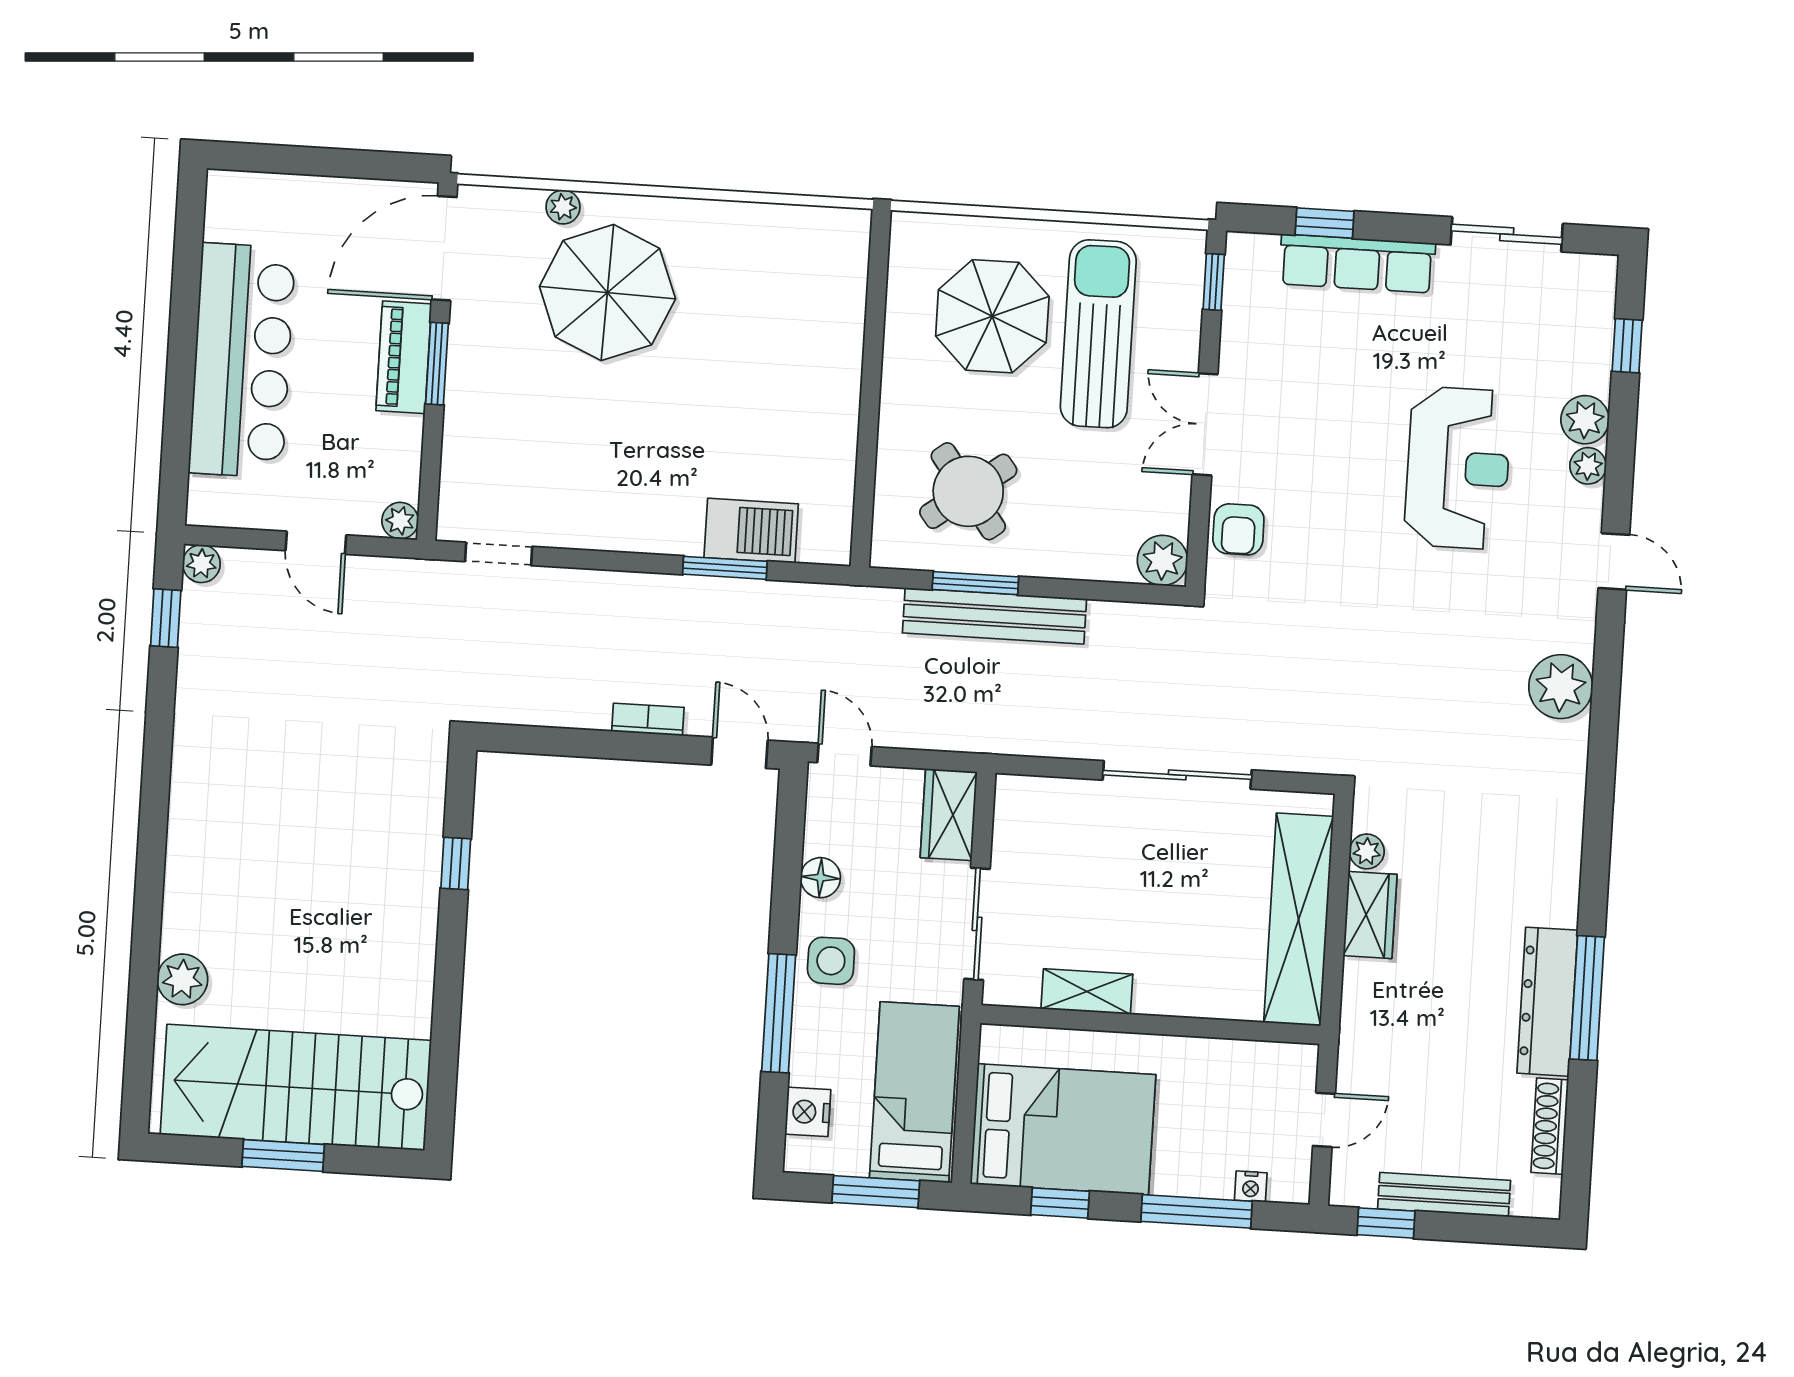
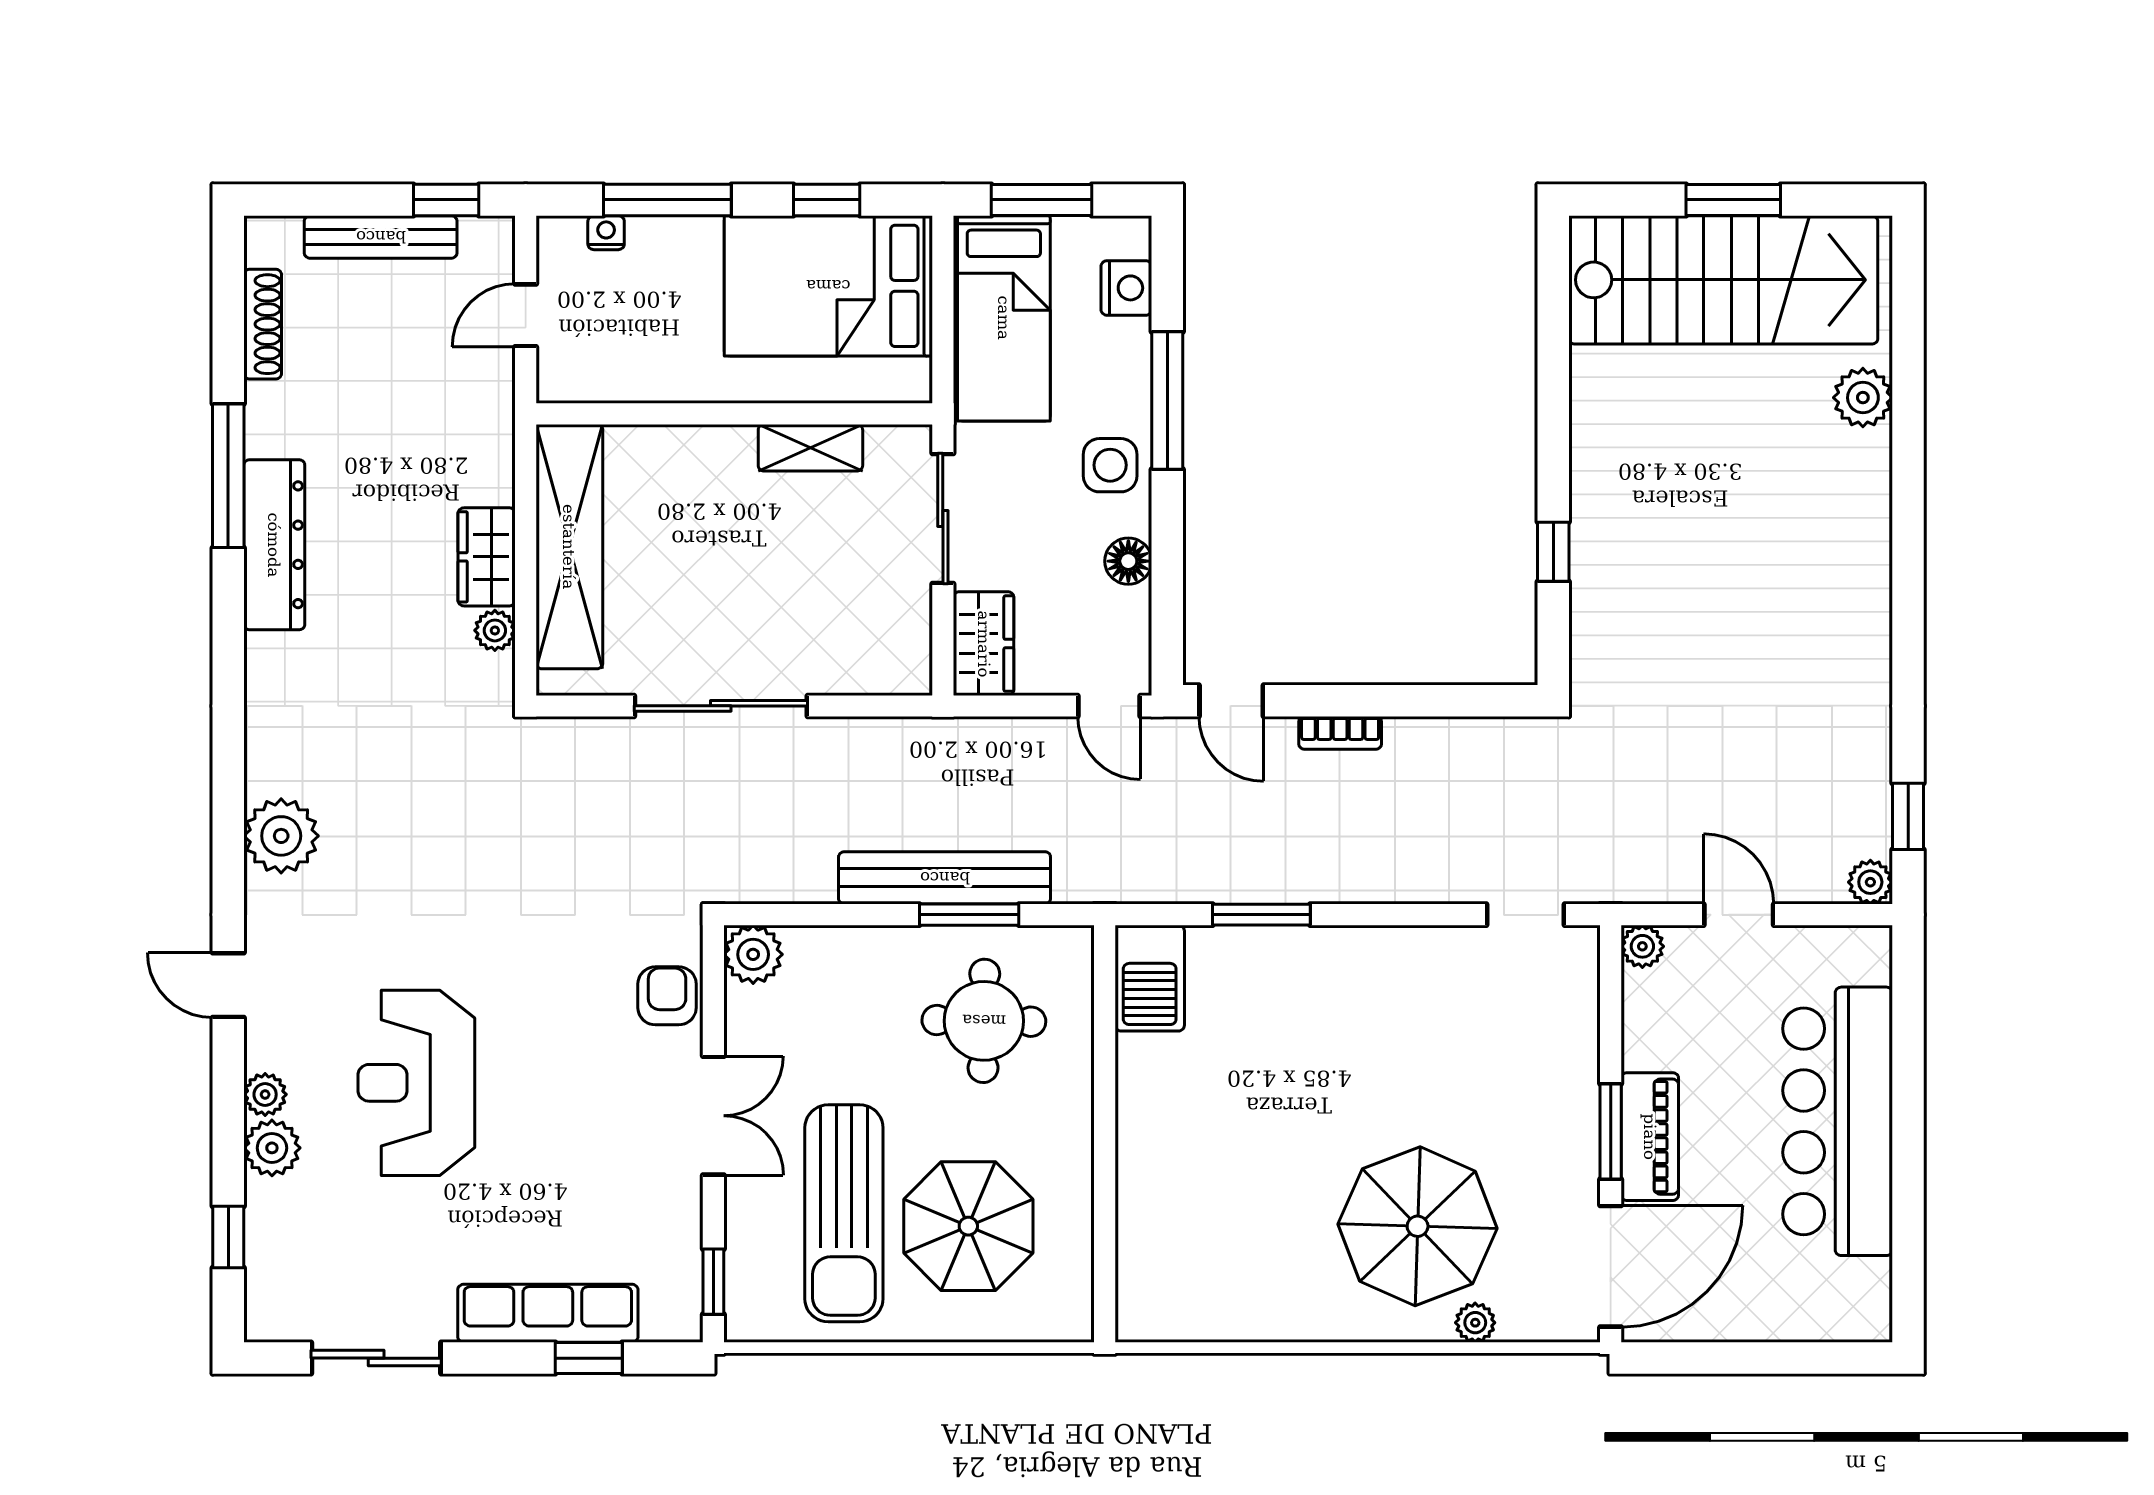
round table: (968, 491) -> (984, 1021), turned 38
barbecue: (751, 531) -> (1150, 978), moved, turned -90
dresser: (1547, 1002) -> (274, 545), moved

